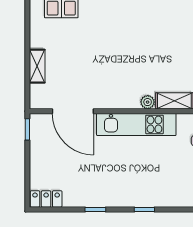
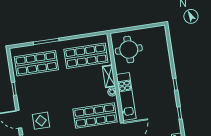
shop shelf: (112, 68) -> (95, 116), added

